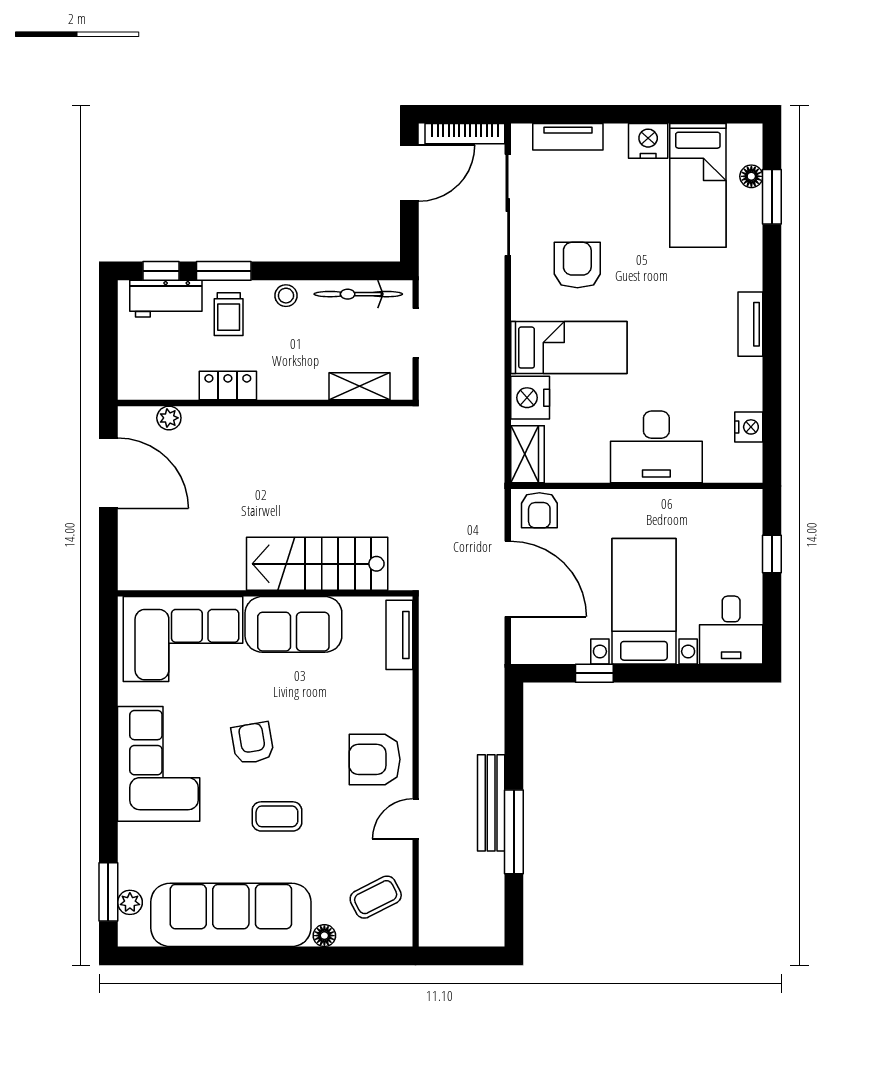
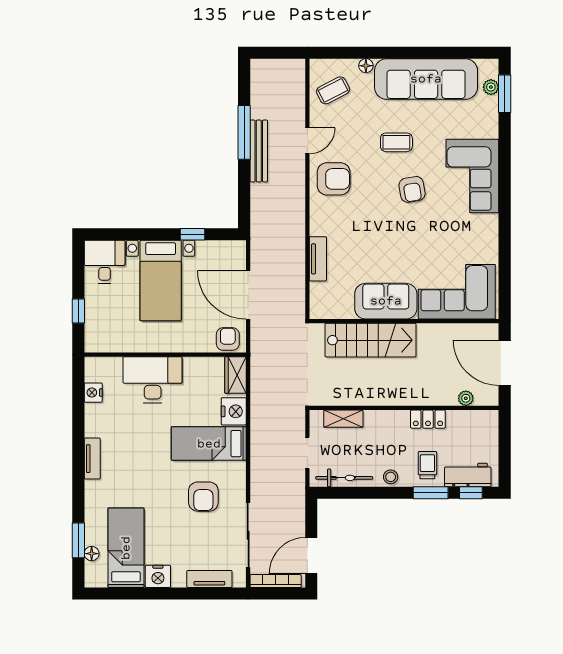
stairs: (317, 564) -> (371, 340), moved
wall: (265, 593) -> (404, 321), moved
sofa: (293, 624) -> (386, 301), moved
corner sofa: (183, 639) -> (457, 292), moved

